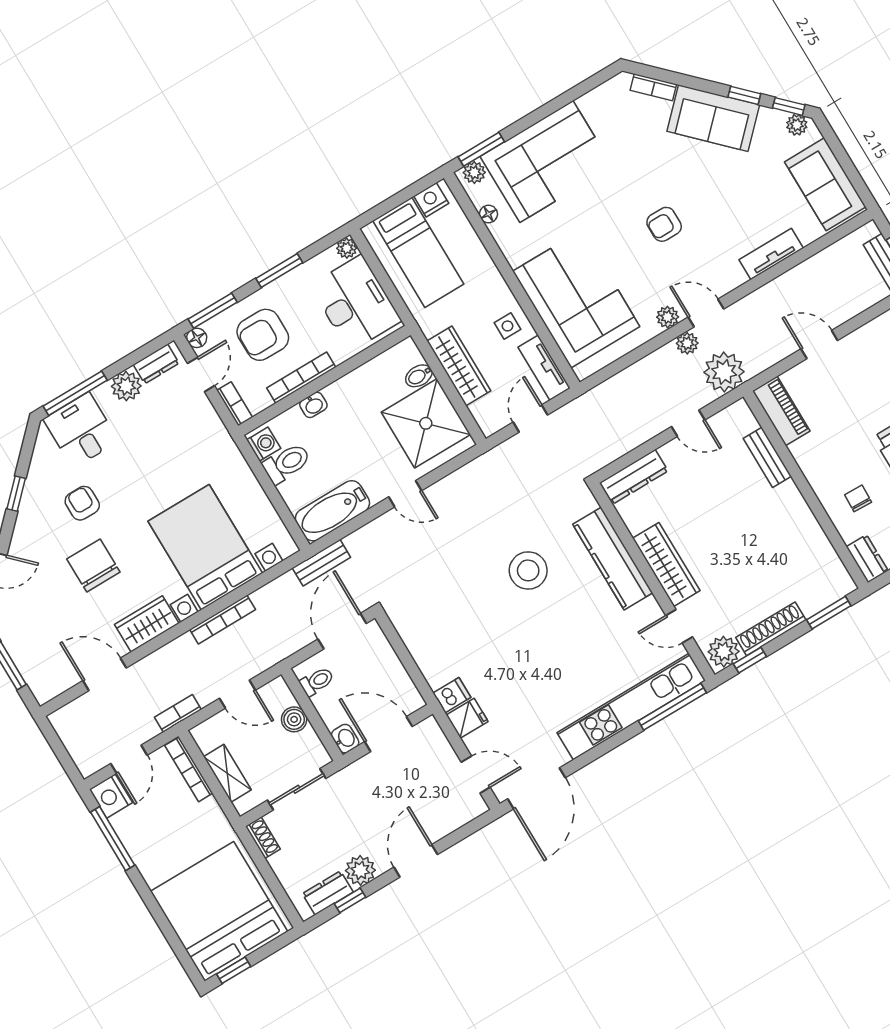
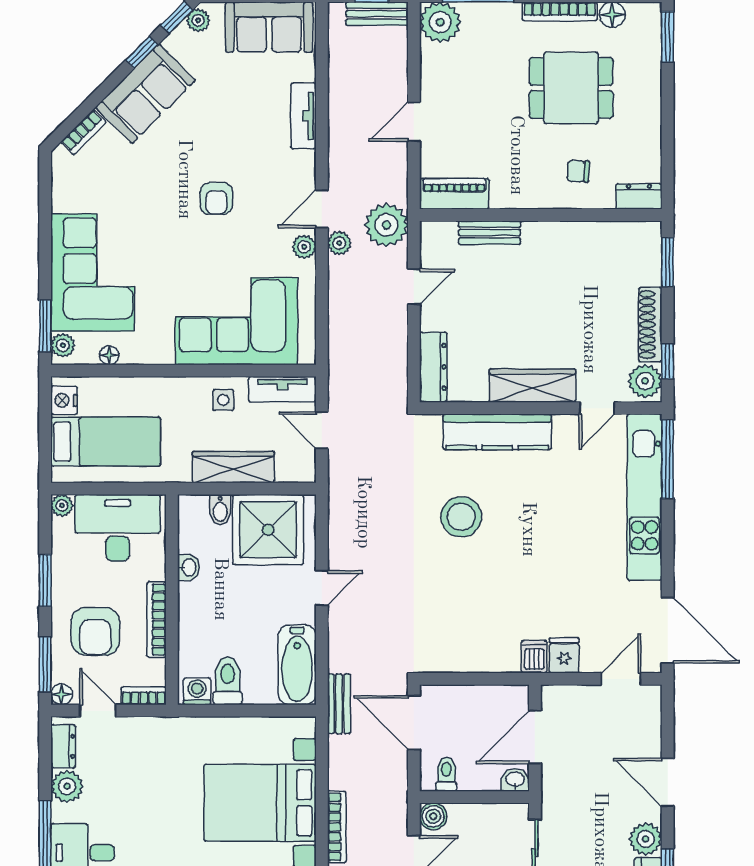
washbasin: (313, 405) -> (188, 567), moved
boiler: (294, 719) -> (433, 816), moved

